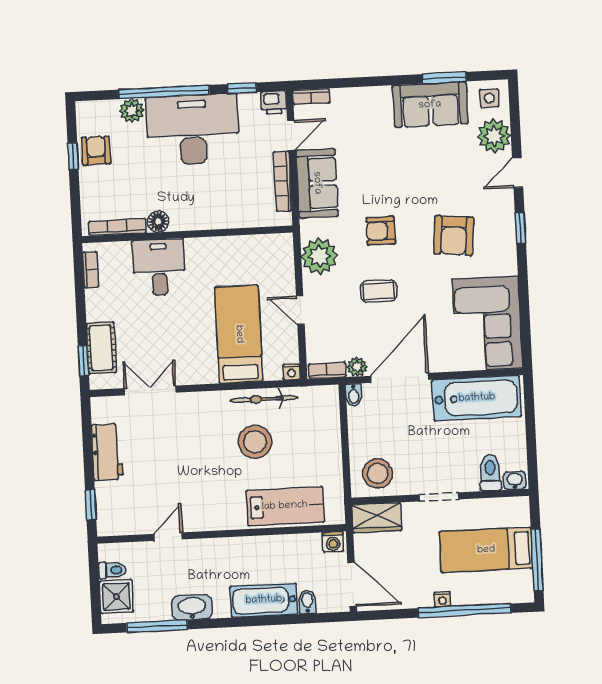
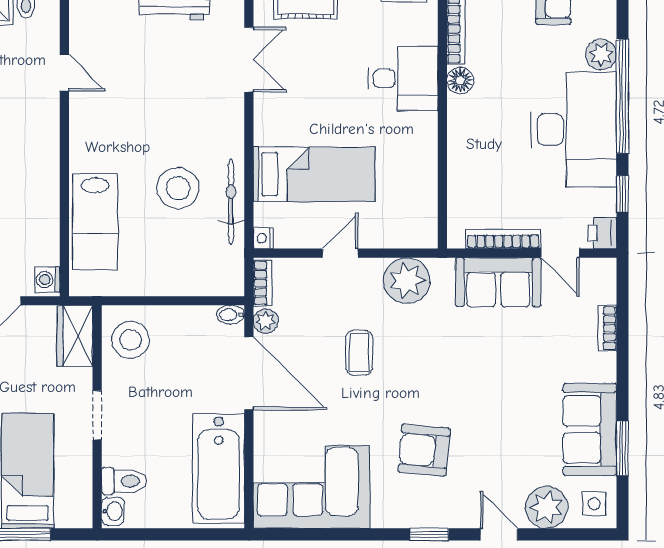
bookcase: (311, 97) -> (607, 328), moved
armchair: (381, 231) -> (435, 359), removed

